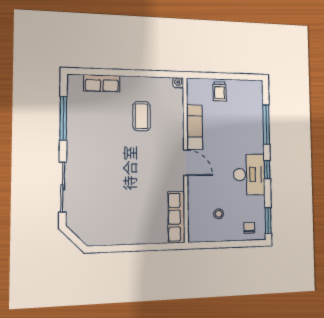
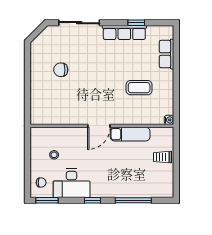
window: (63, 118) -> (136, 23), width x0.46
desk: (249, 175) -> (72, 183), moved
chair: (120, 208) -> (61, 70), added
row of seats: (176, 217) -> (124, 32), moved, turned 180

